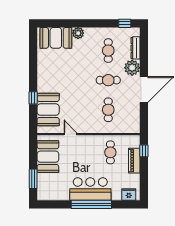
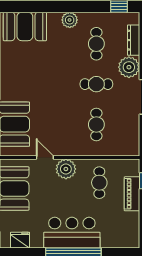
plant: (78, 33) -> (70, 20), moved
plant: (86, 142) -> (66, 169), added
fridge: (129, 194) -> (20, 240), moved

